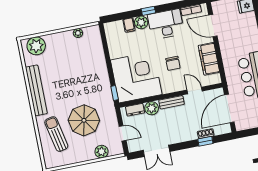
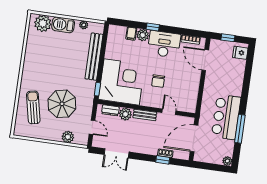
barbecue: (57, 40) -> (63, 25), added
filing cabinet: (209, 59) -> (191, 88), removed
bench: (36, 90) -> (94, 57), moved

